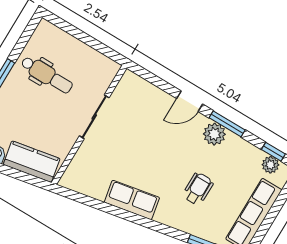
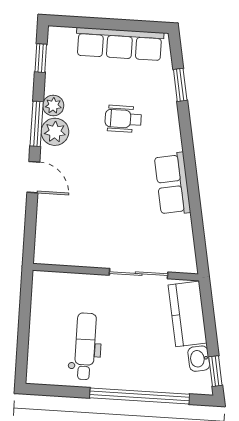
sliding door: (94, 117) -> (139, 274), moved
plant: (270, 165) -> (53, 105), moved

